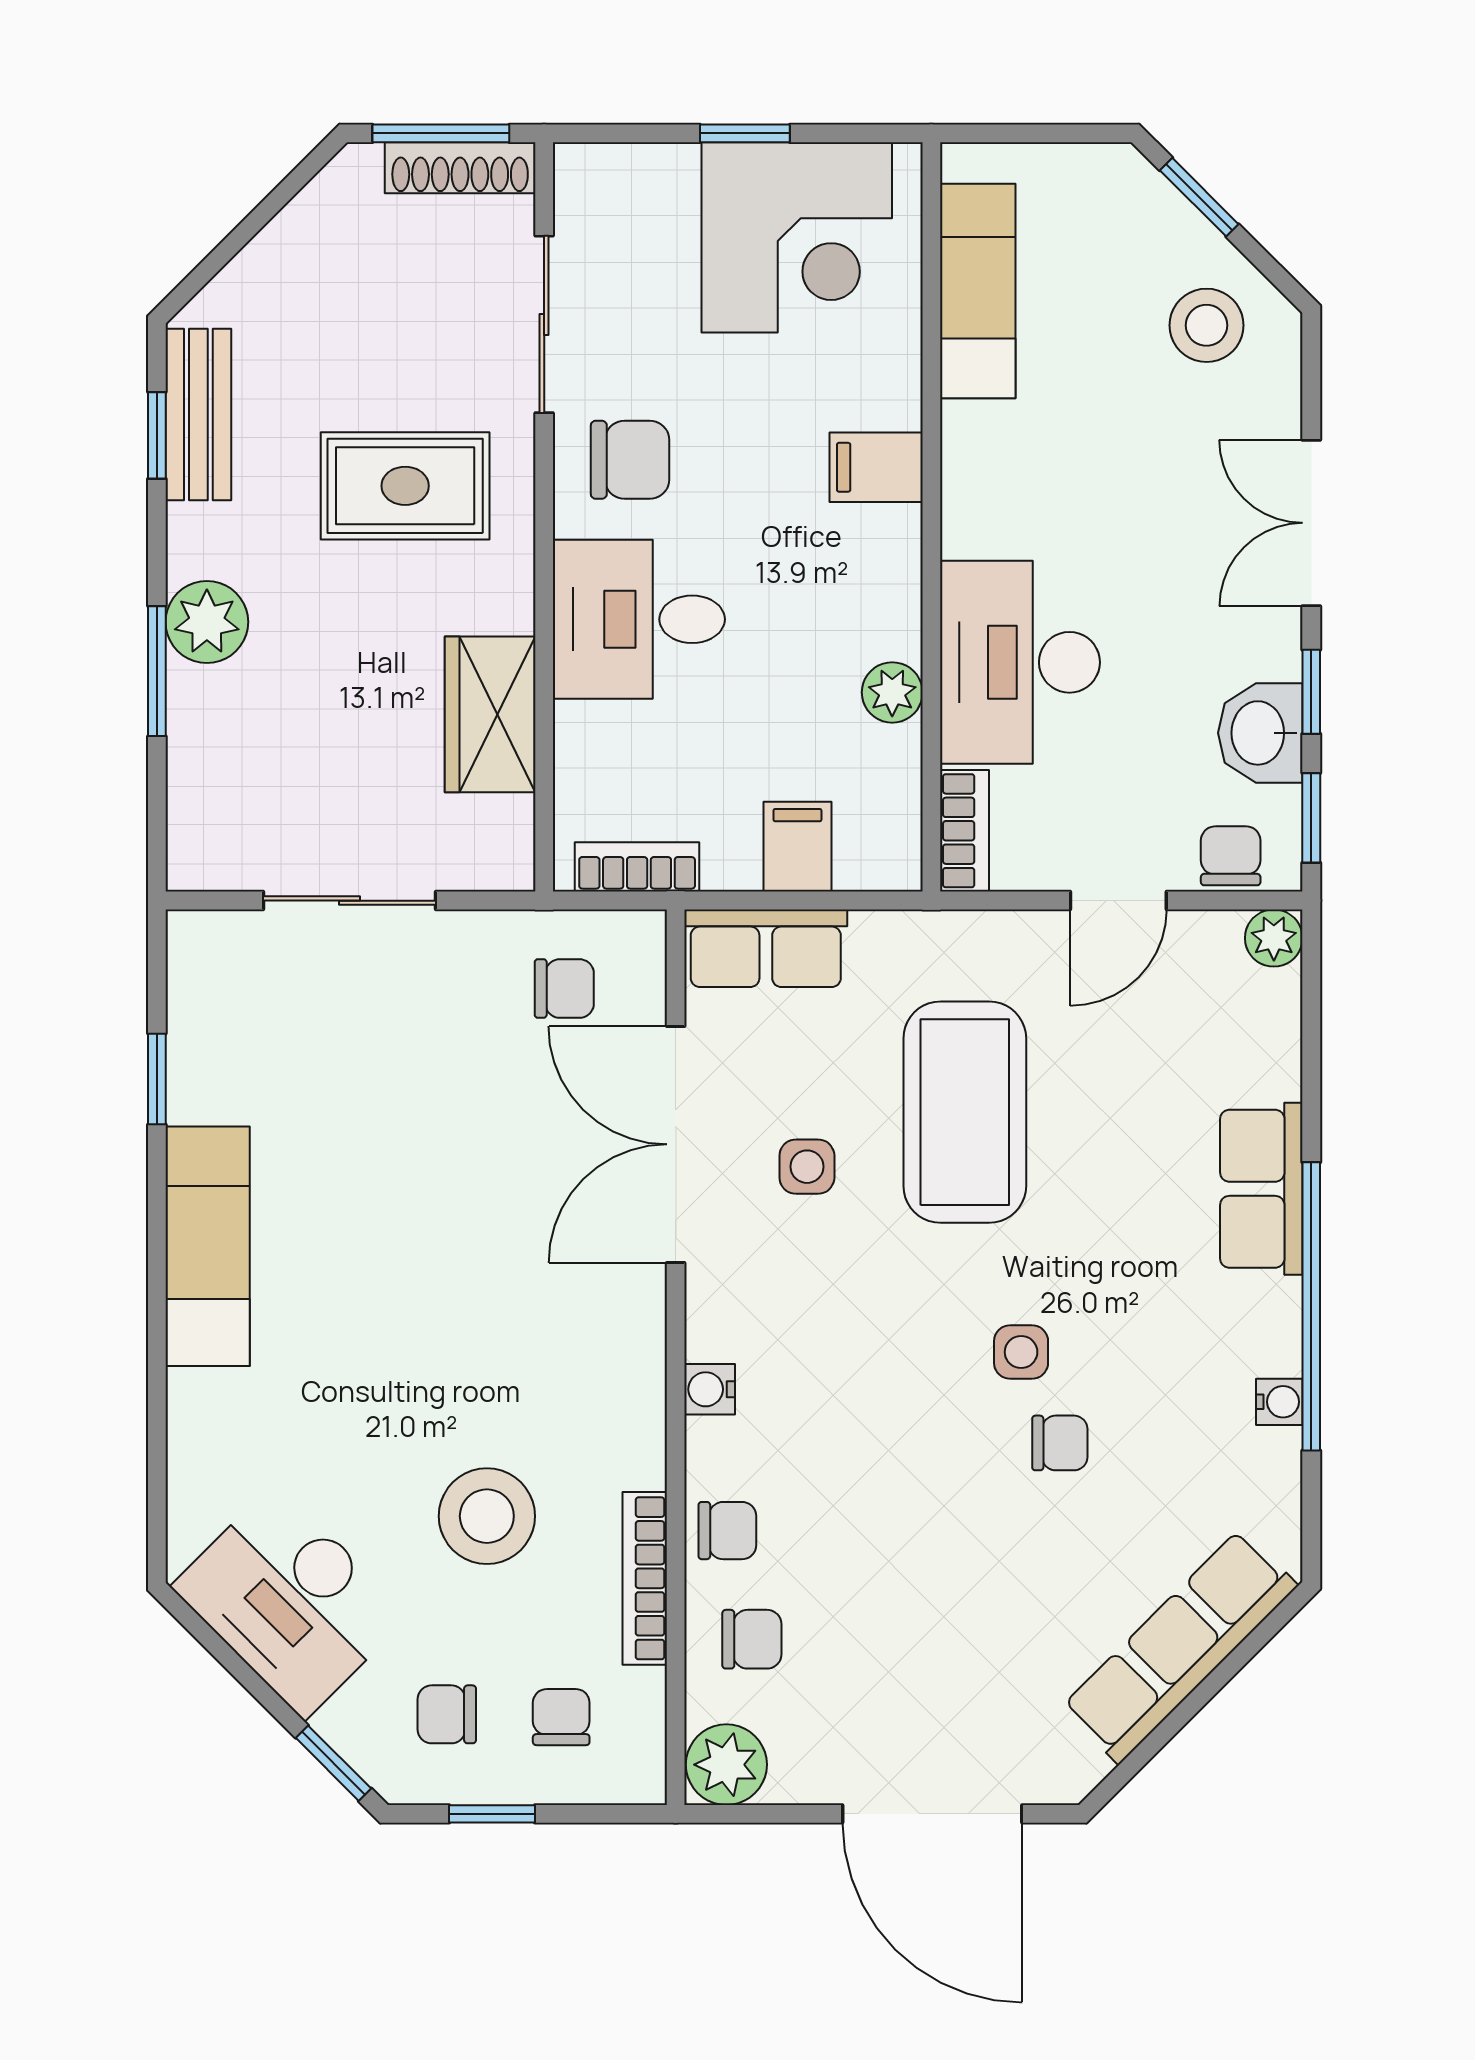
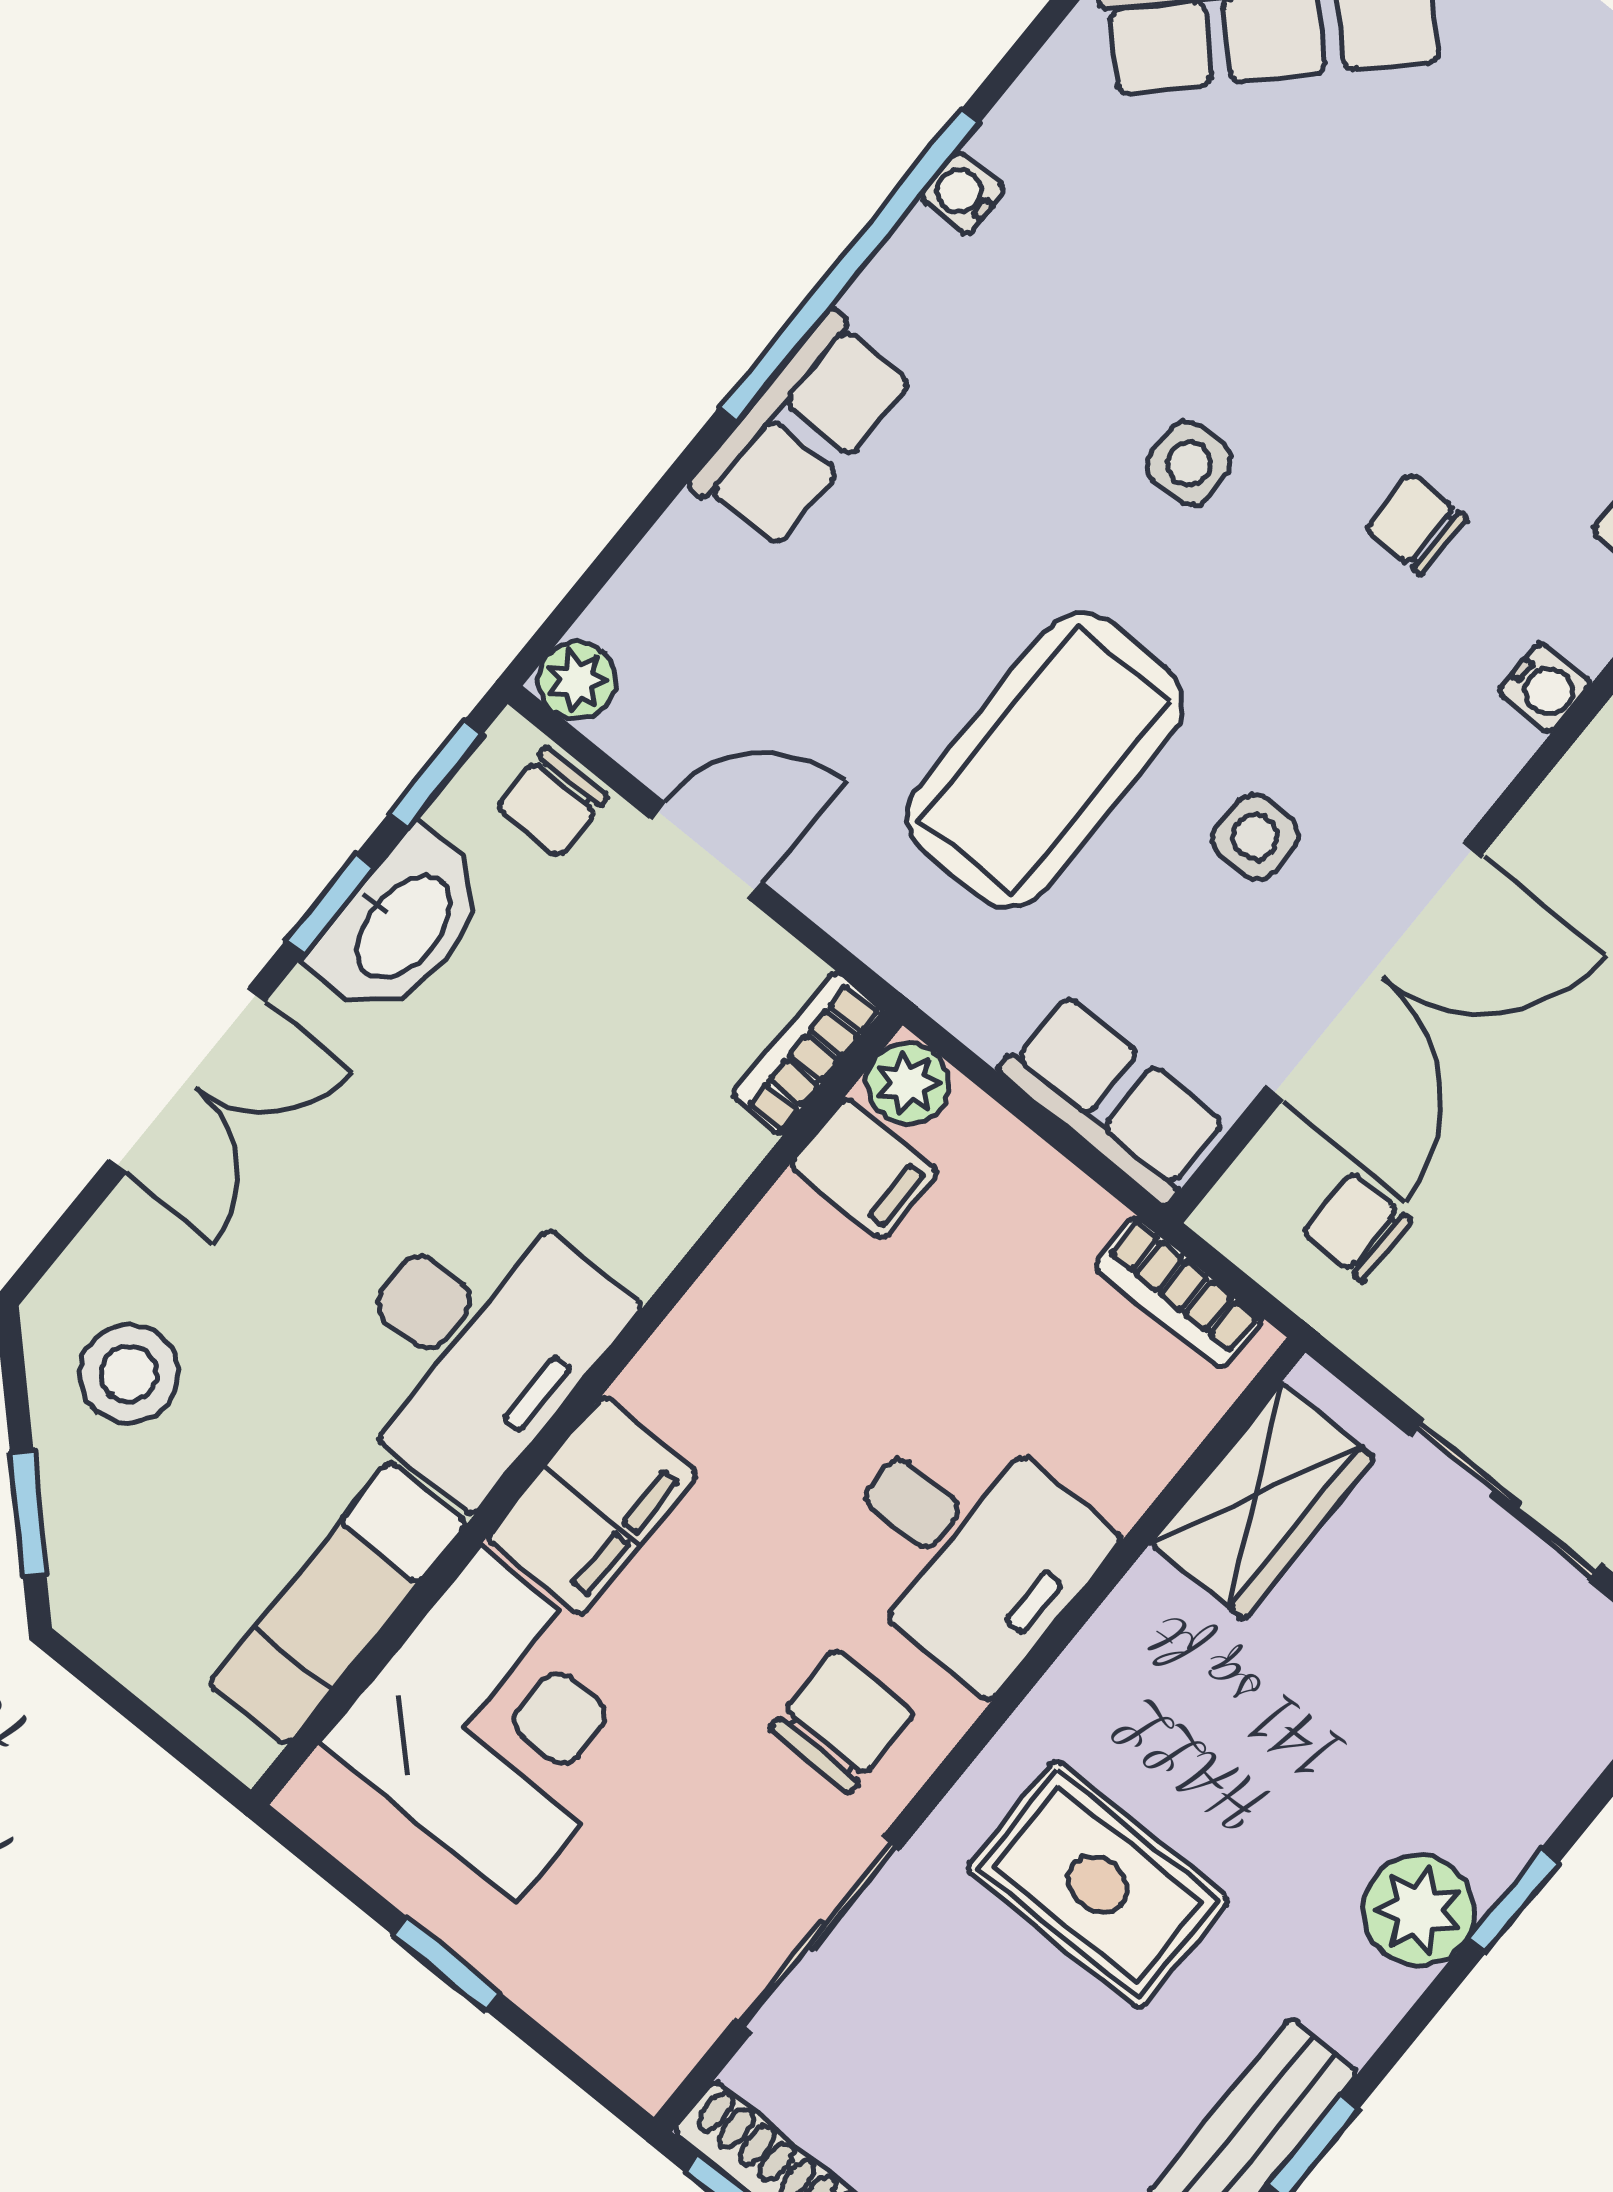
corner desk: (797, 237) -> (499, 1724), moved, turned 90
chair: (630, 460) -> (842, 1721), turned 90
filing cabinet: (876, 467) -> (592, 1506), width x2.00
desk: (1020, 662) -> (475, 1344), moved
window: (157, 671) -> (1512, 1902), width x0.67
plant: (892, 692) -> (908, 1083), moved
wardrobe: (490, 714) -> (1263, 1501), moved
washbasin: (1260, 733) -> (401, 925), width x1.38
filing cabinet: (797, 847) -> (864, 1169), moved, turned -90
chair: (1060, 1443) -> (1416, 524), moved

